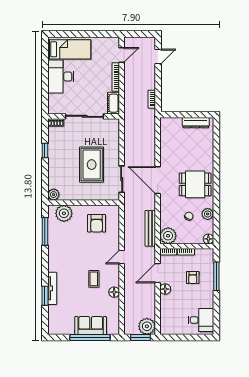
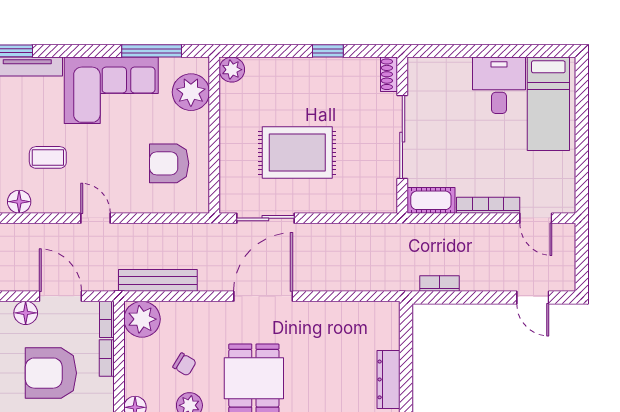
desk: (61, 76) -> (499, 85), width x0.73
corner sofa: (63, 250) -> (111, 90), added
armchair: (193, 278) -> (51, 373), width x1.88, depth x1.88

